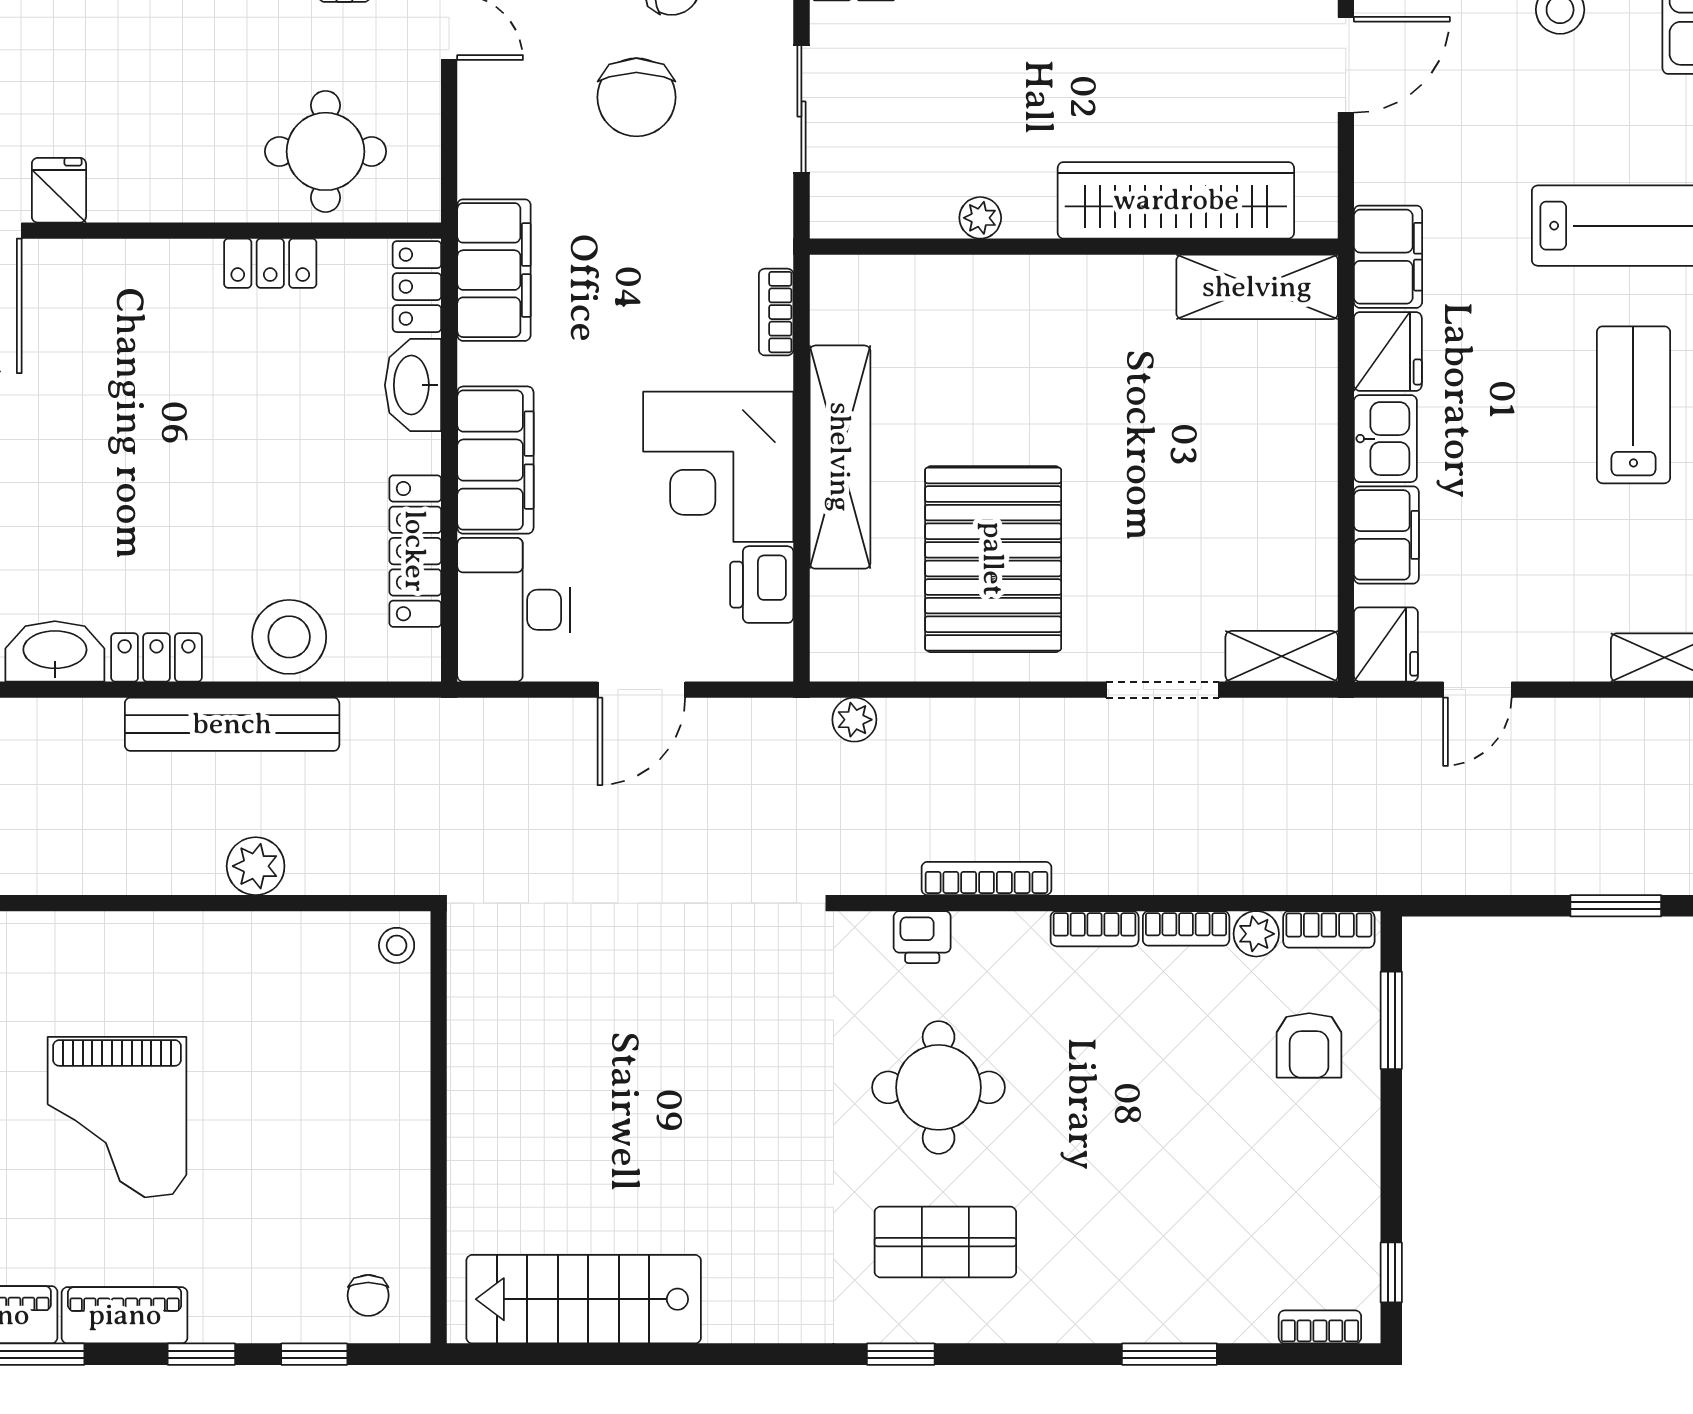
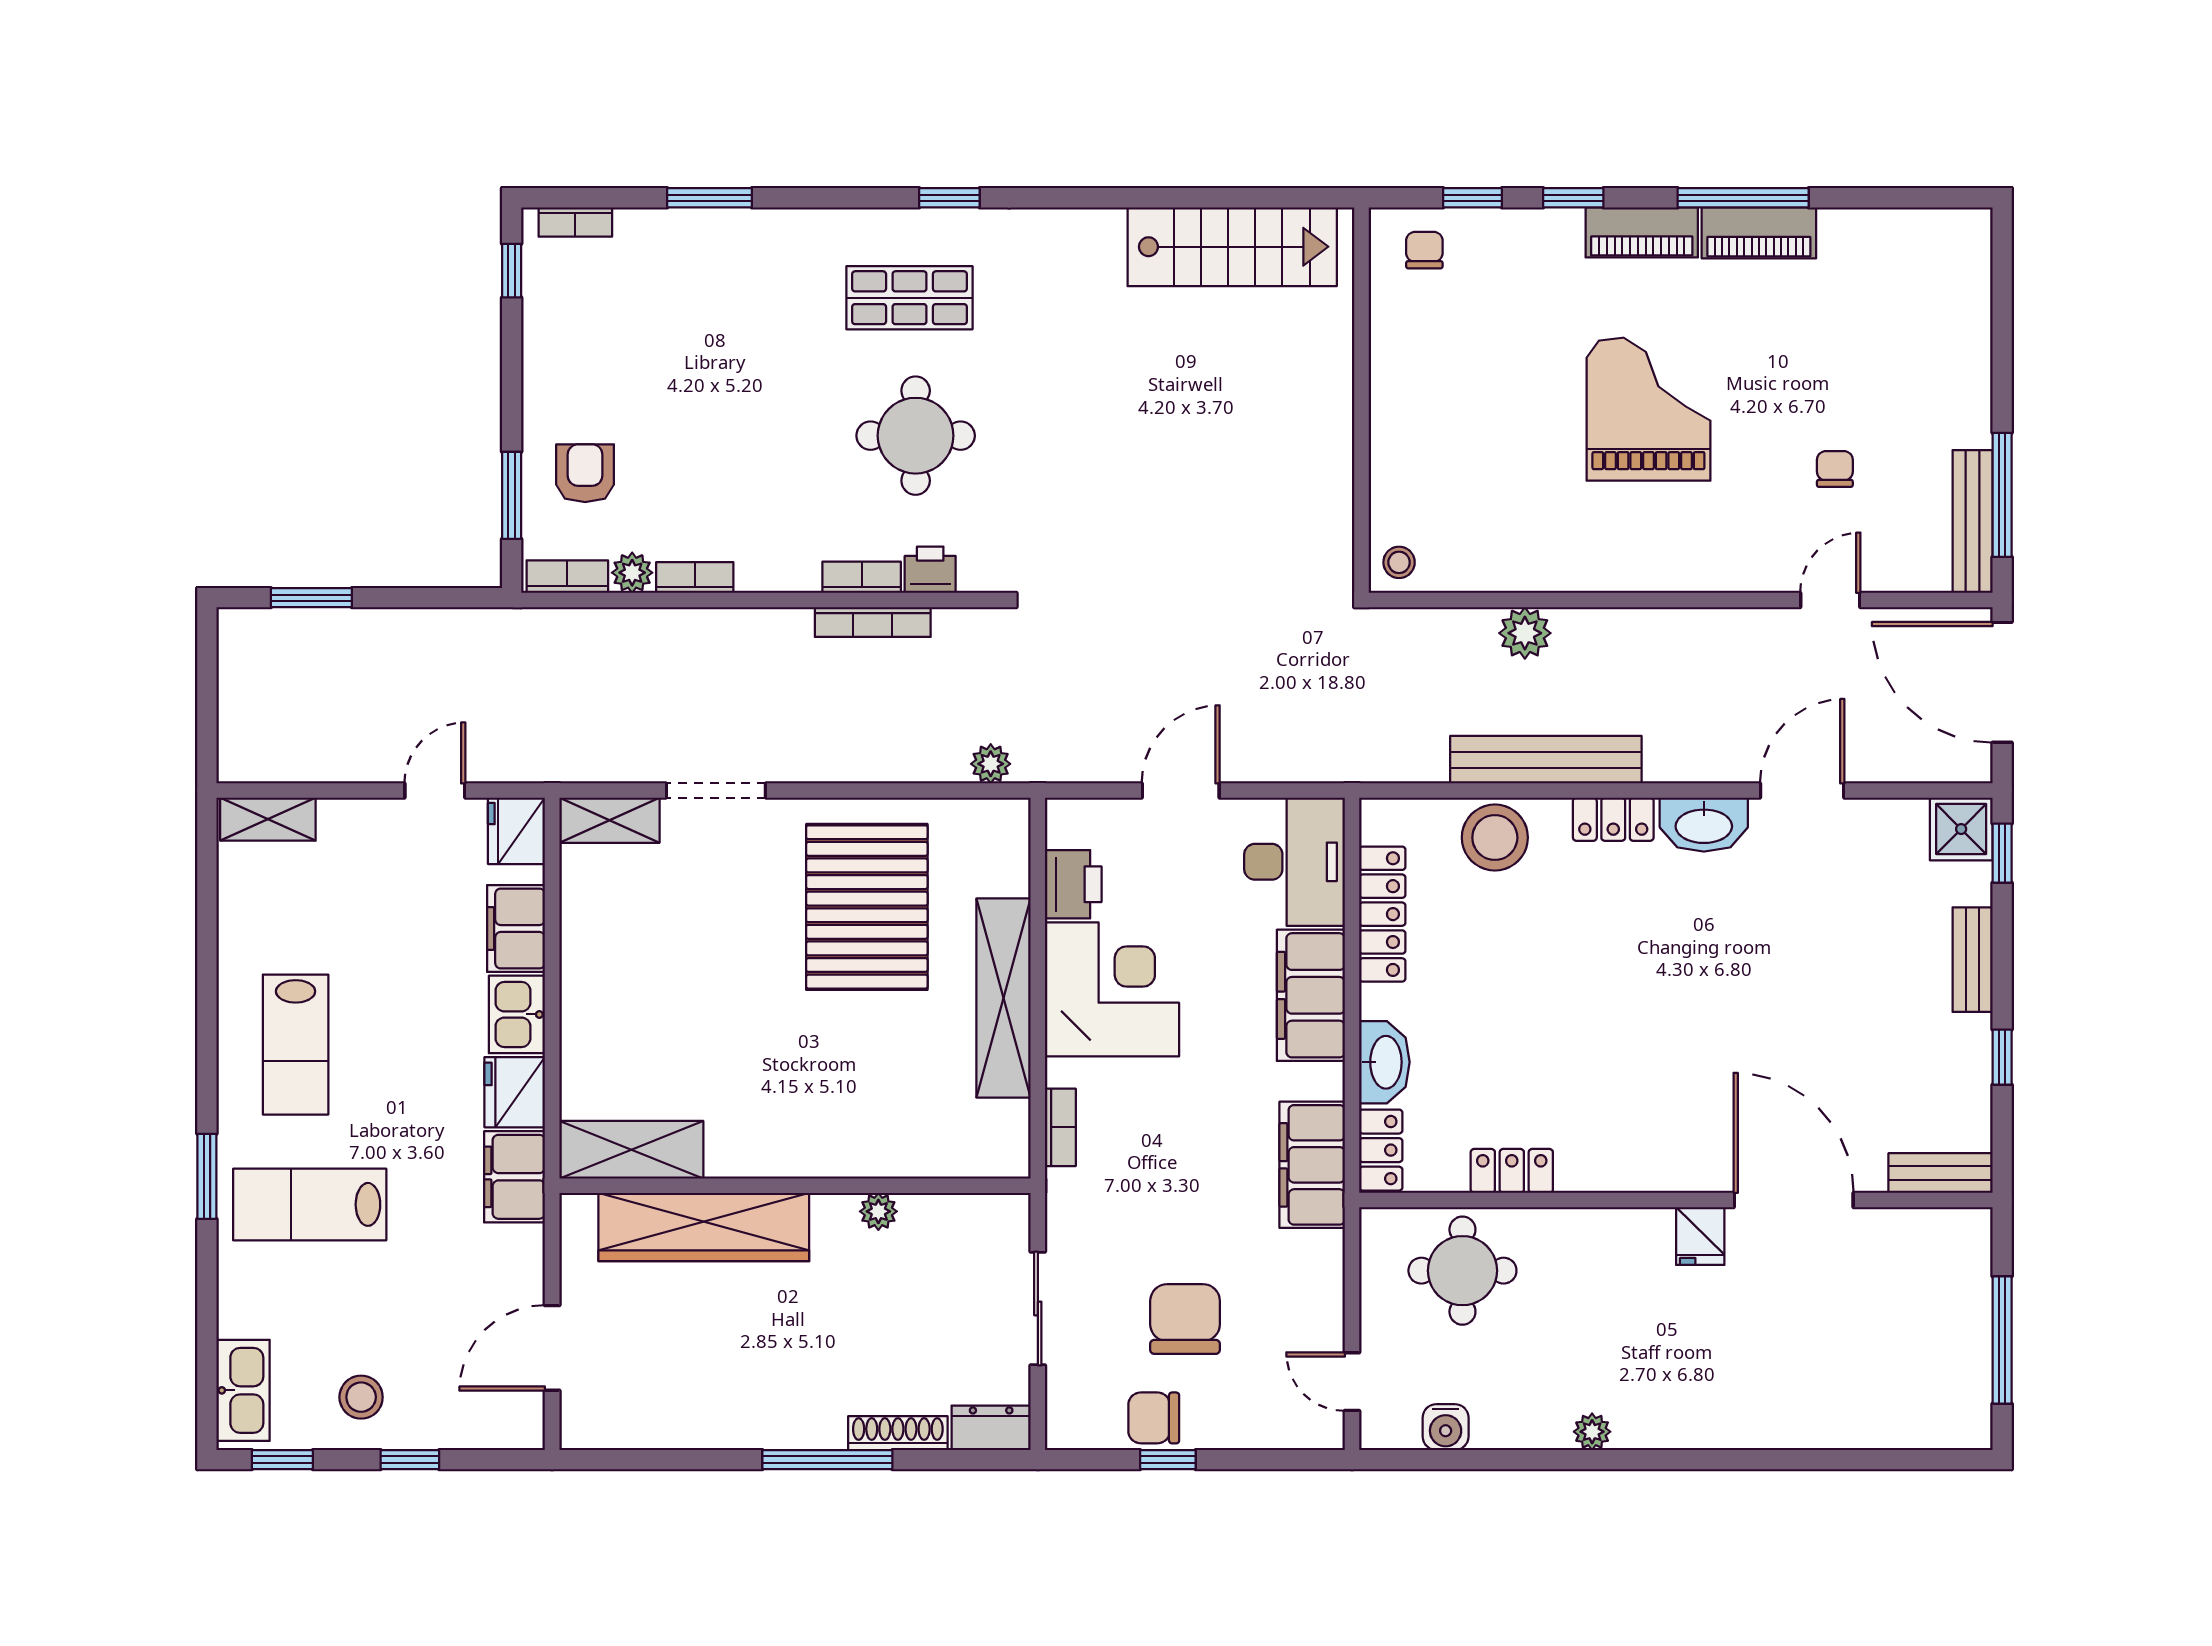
bookcase: (1095, 929) -> (862, 577), moved

